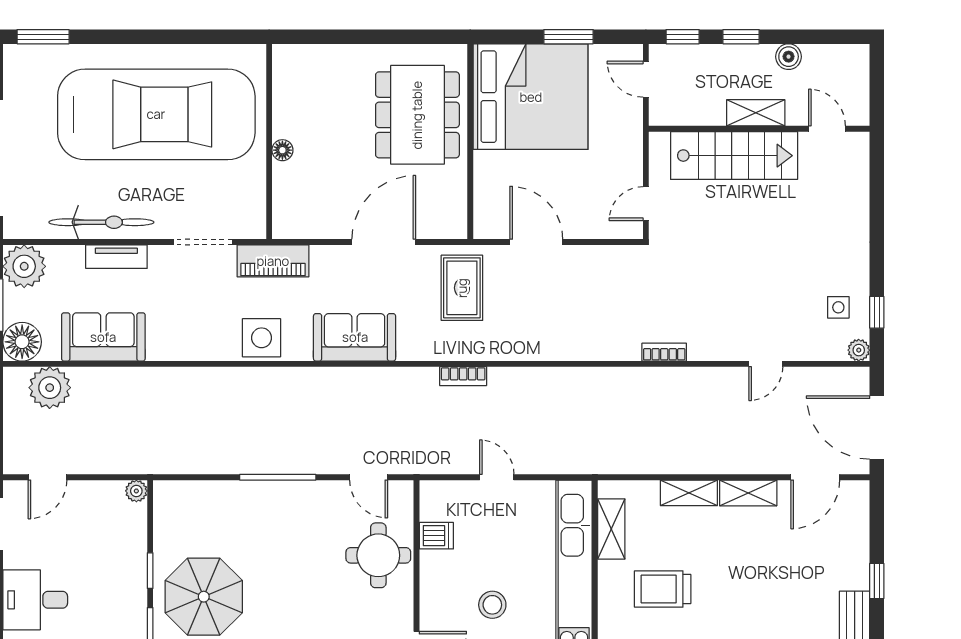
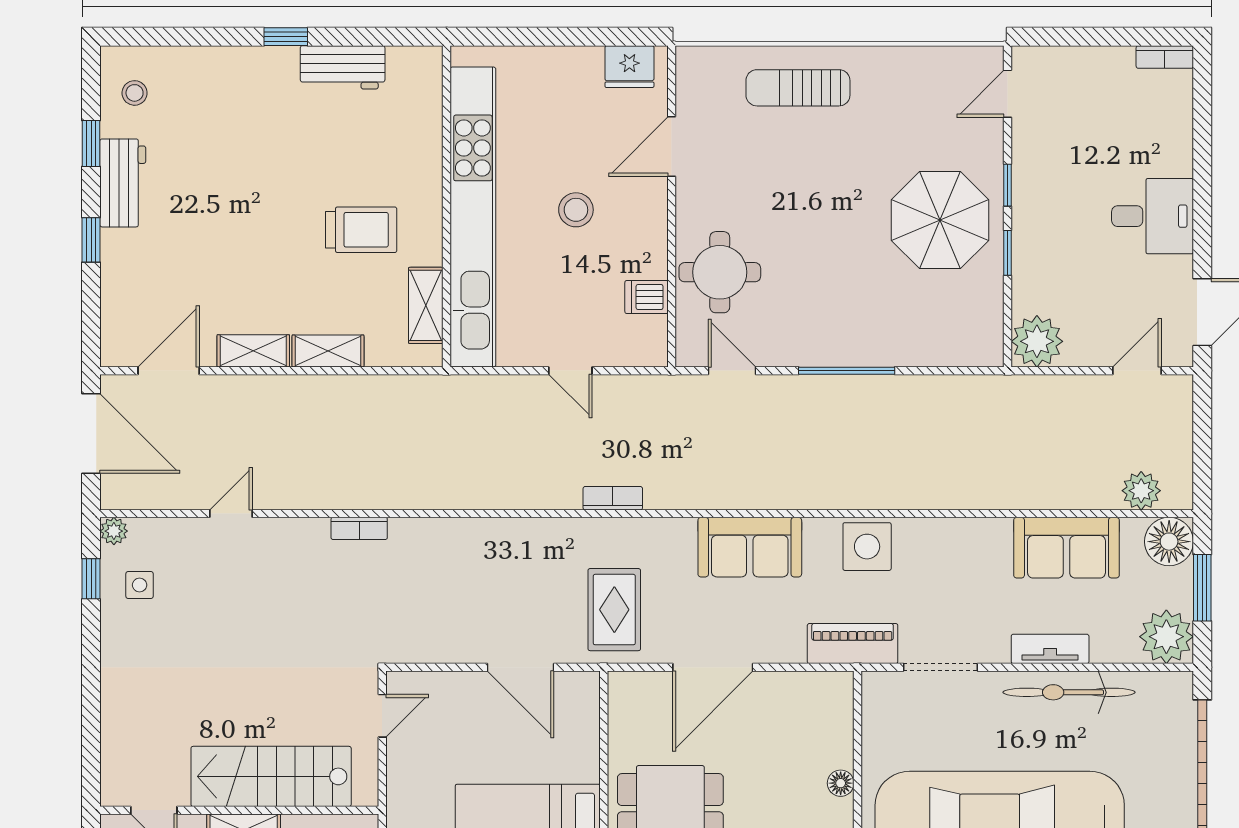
plant: (50, 388) -> (1141, 491), width x0.73, depth x0.73
plant: (136, 491) -> (1037, 341), width x1.88, depth x1.88

